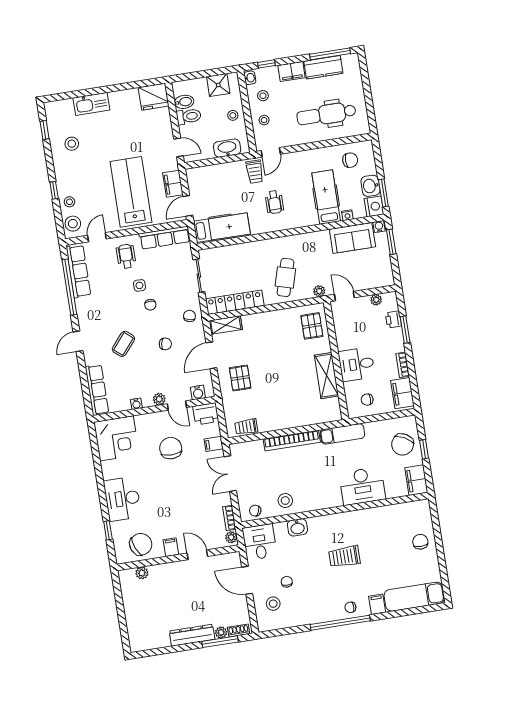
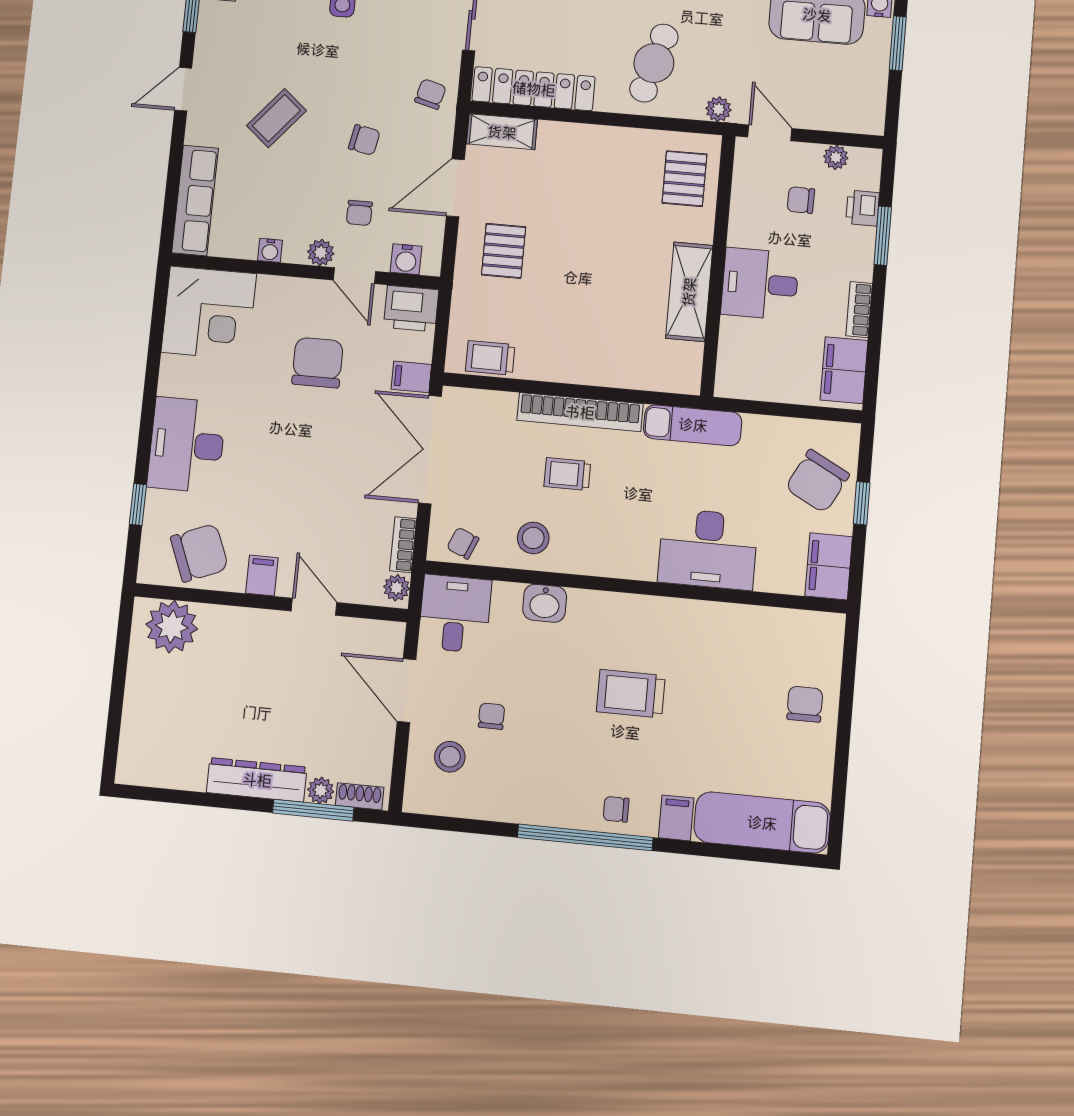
chair: (150, 305) -> (359, 213), moved
chair: (367, 400) -> (801, 200), moved
trolley: (293, 469) -> (567, 474), added
double door: (230, 474) -> (430, 450), width x1.37
plant: (142, 573) -> (172, 627), width x1.88, depth x1.88

